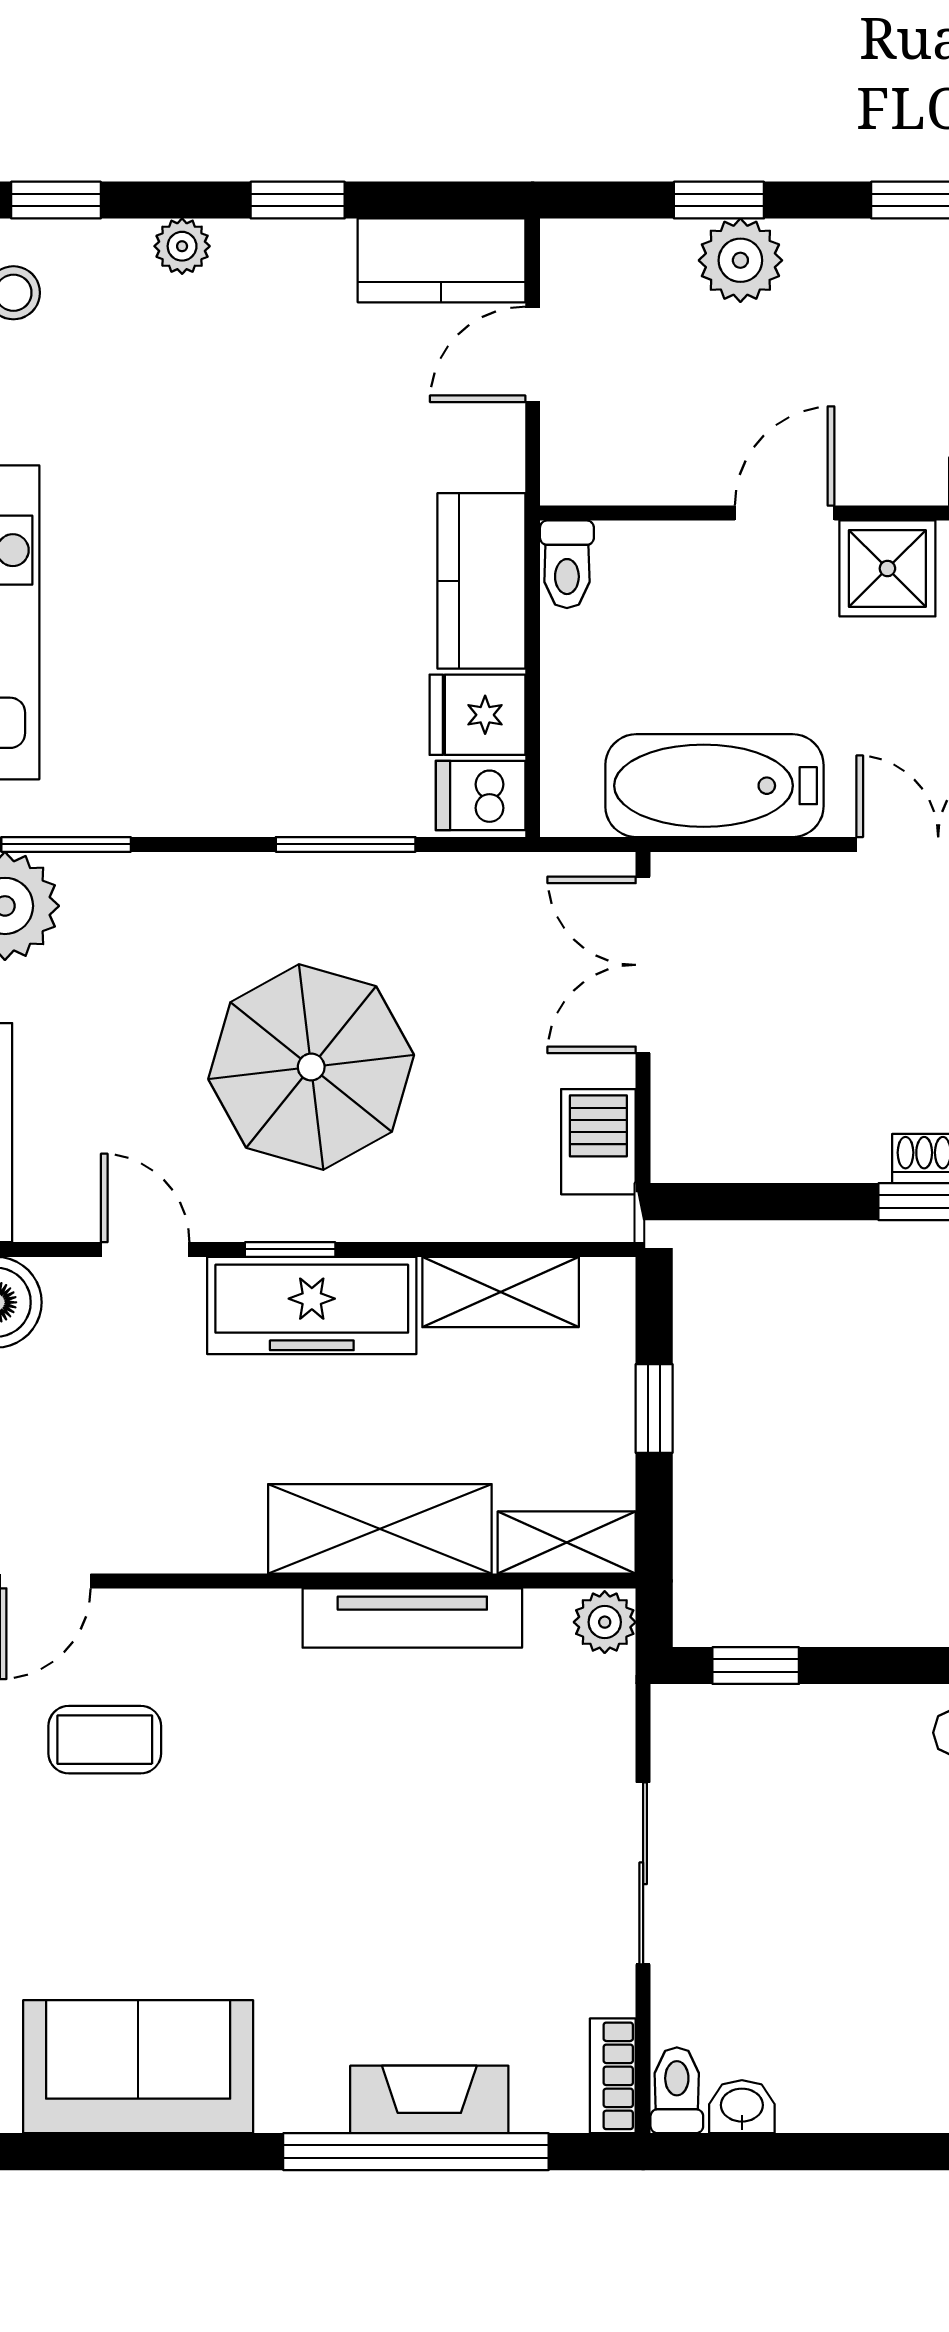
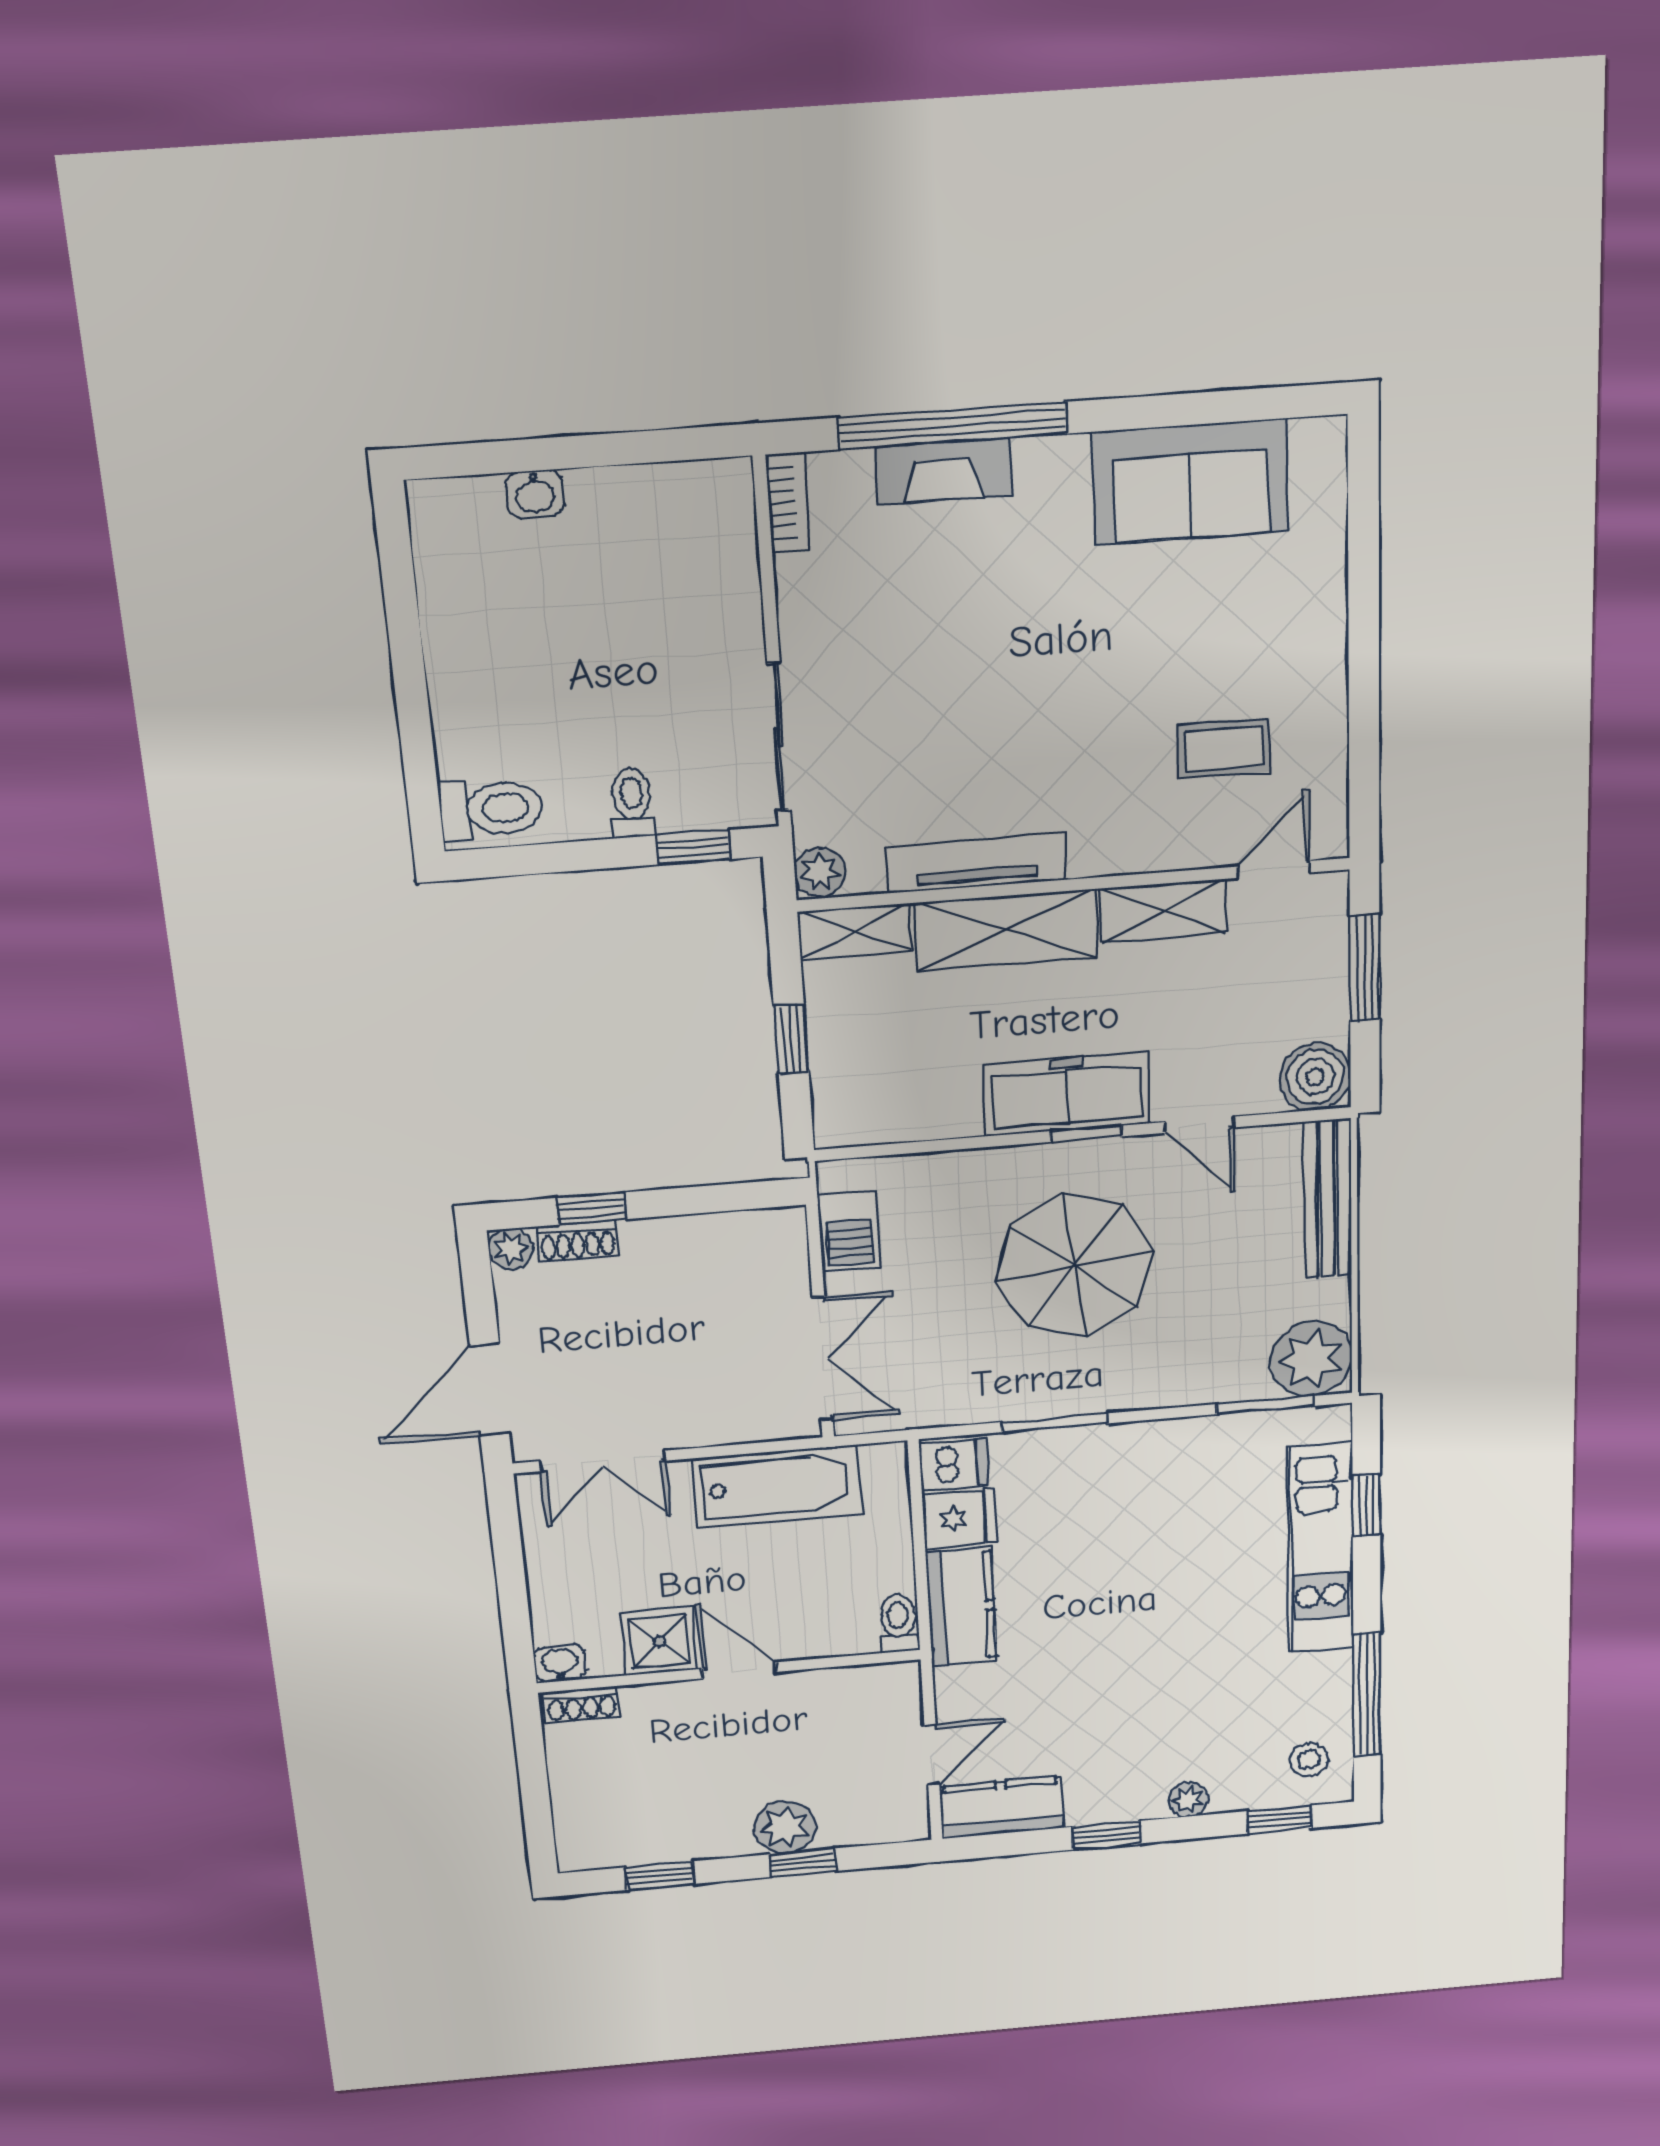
door: (785, 513) -> (739, 1670), swing flipped
shelving: (501, 1292) -> (1163, 911), moved
sliding door: (643, 1873) -> (779, 737), moved
toilet: (677, 2090) -> (632, 803), moved, turned 180
washbasin: (742, 2107) -> (535, 494), moved

